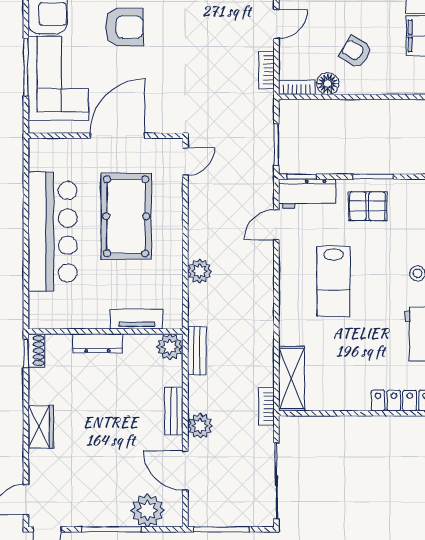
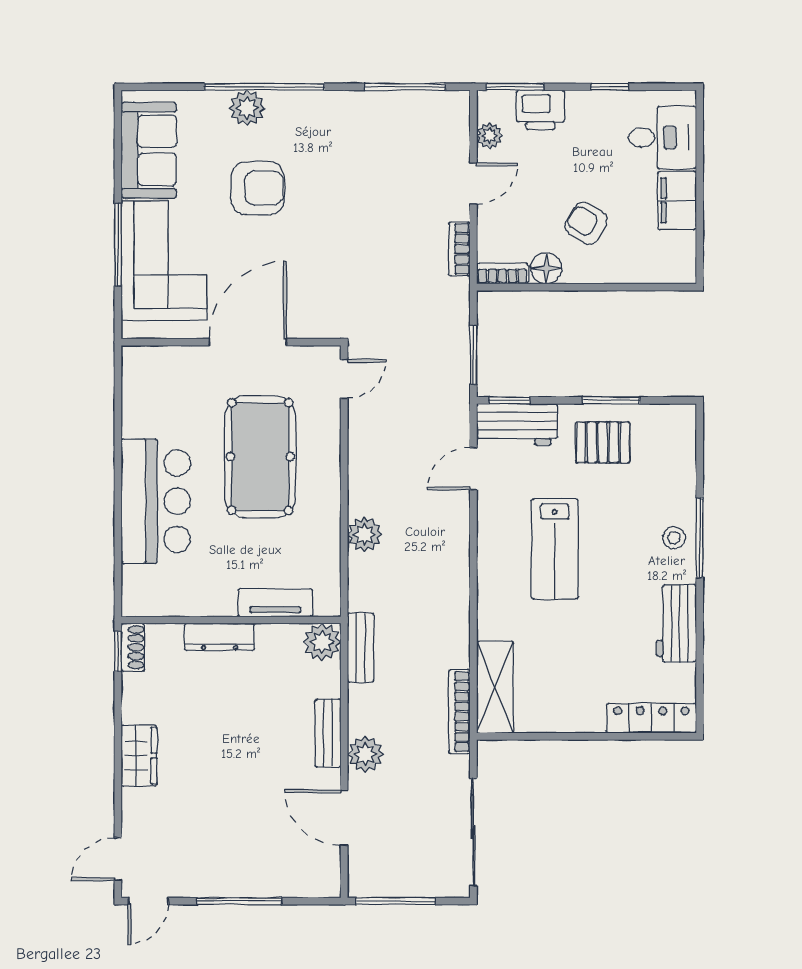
bar counter: (53, 232) -> (156, 501), width x0.73
bookcase: (266, 407) -> (459, 712), width x1.56
plant: (147, 510) -> (290, 874), removed

